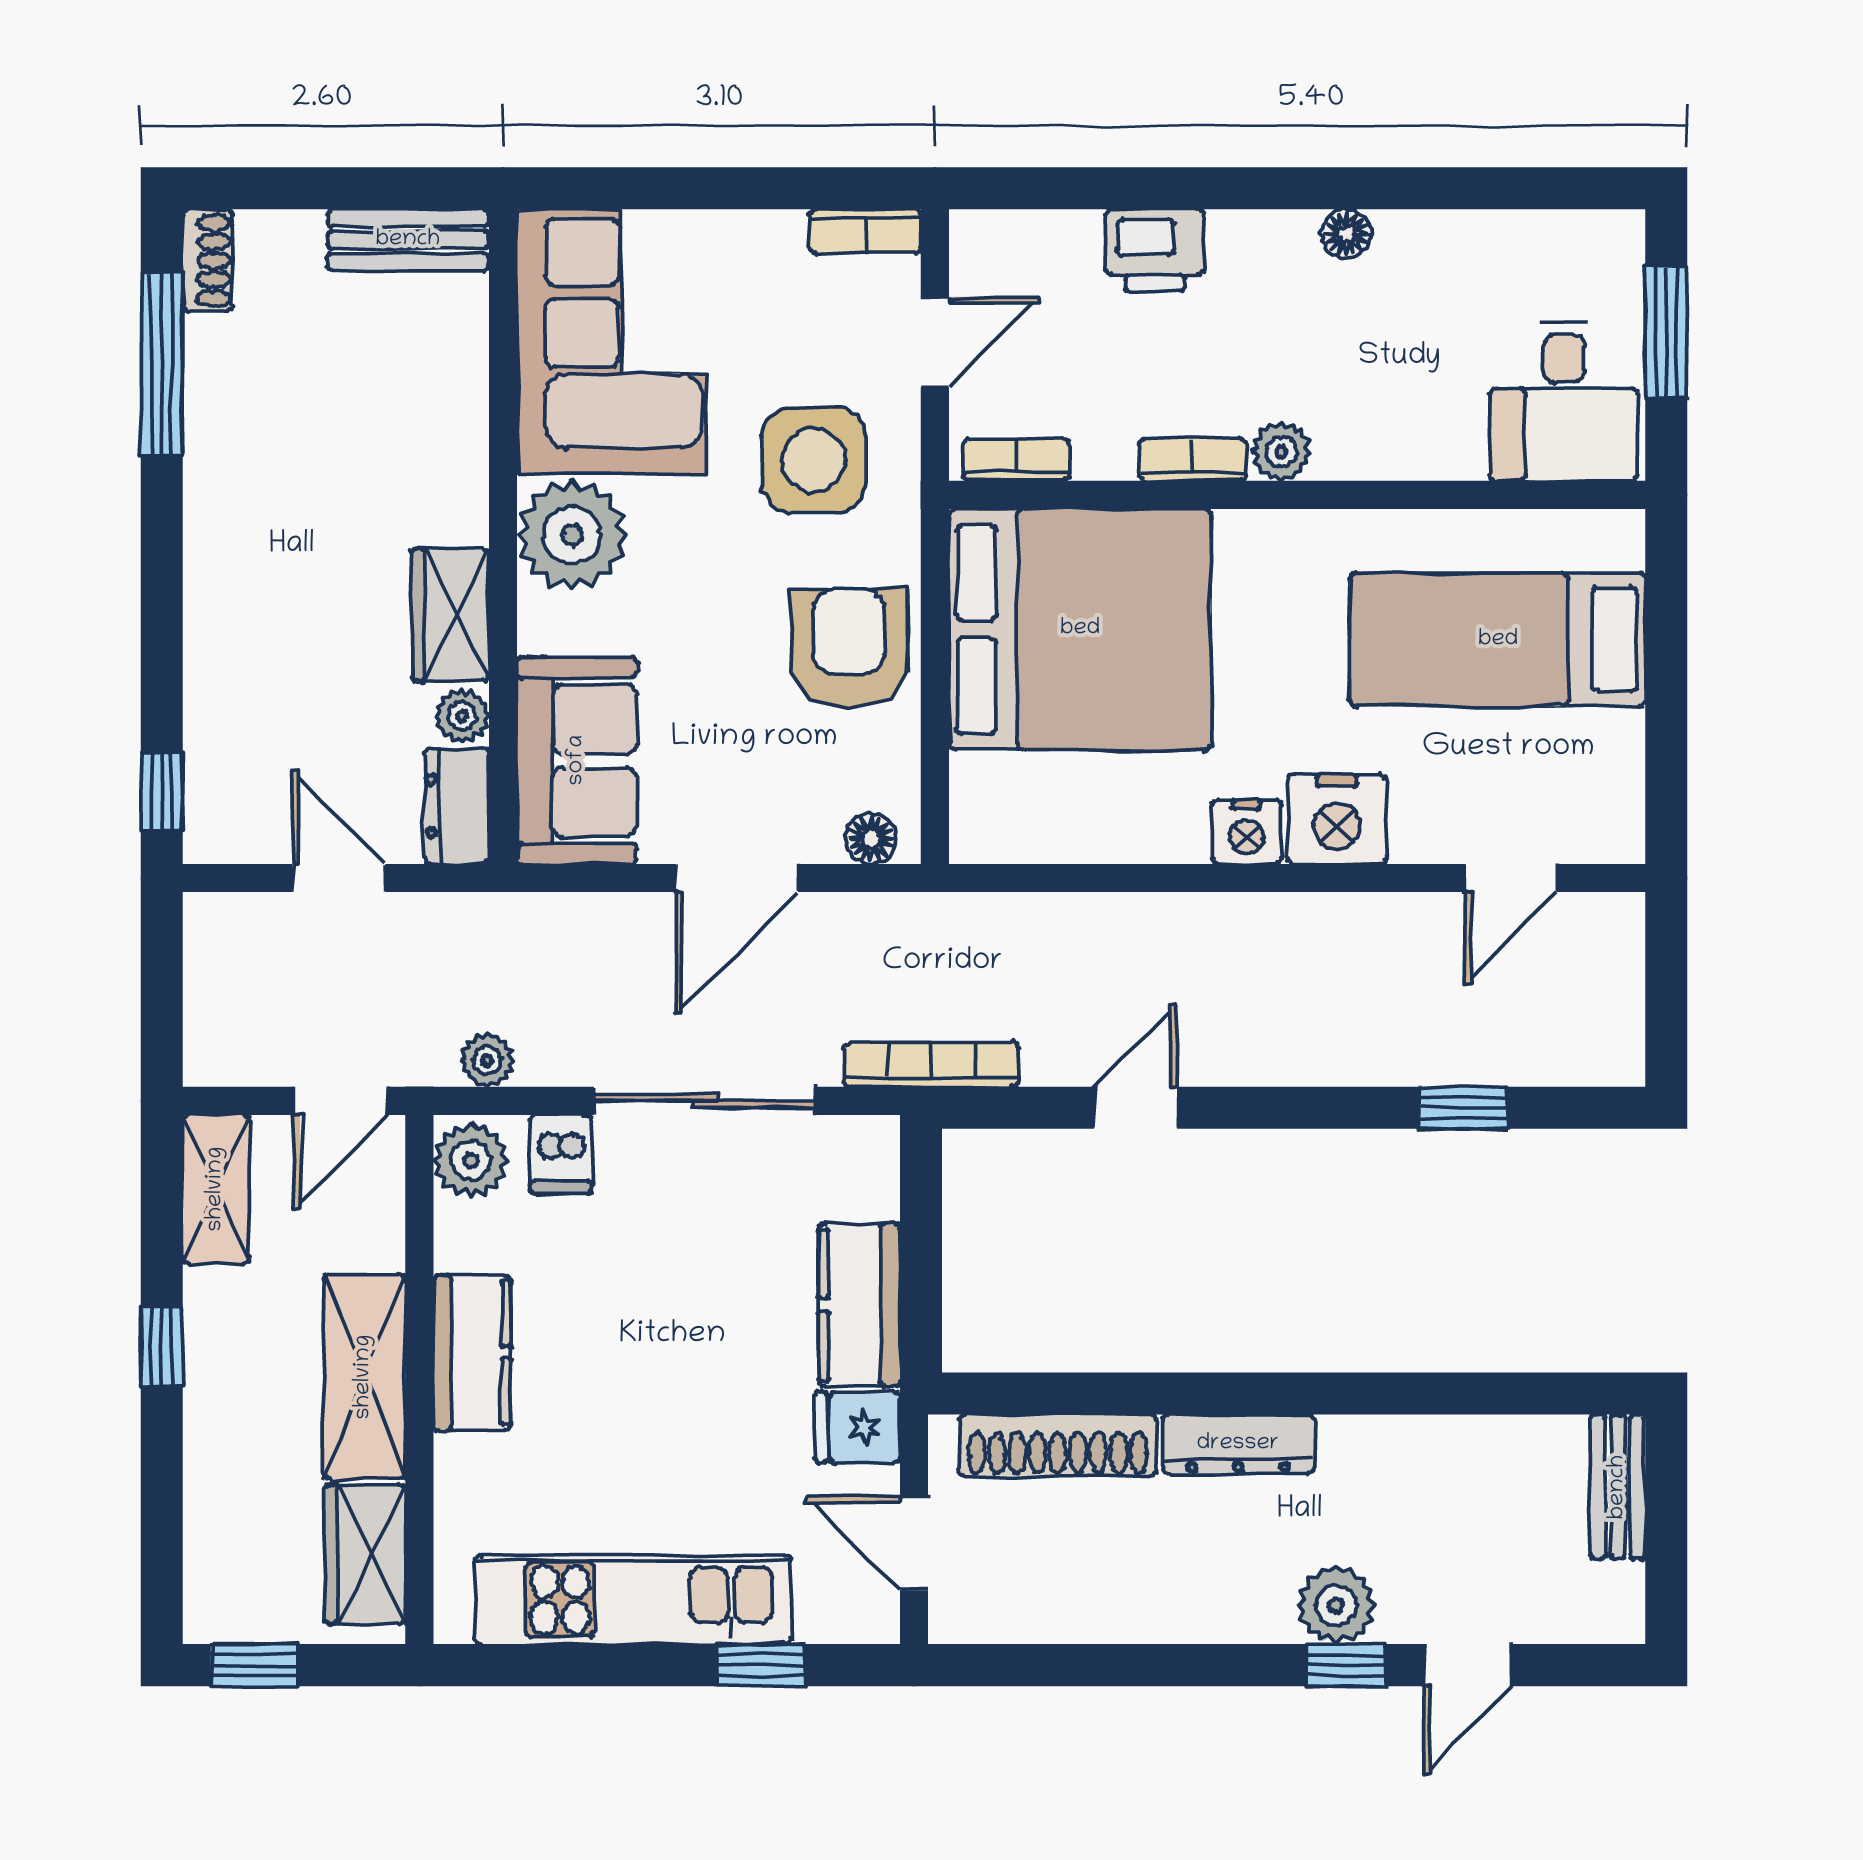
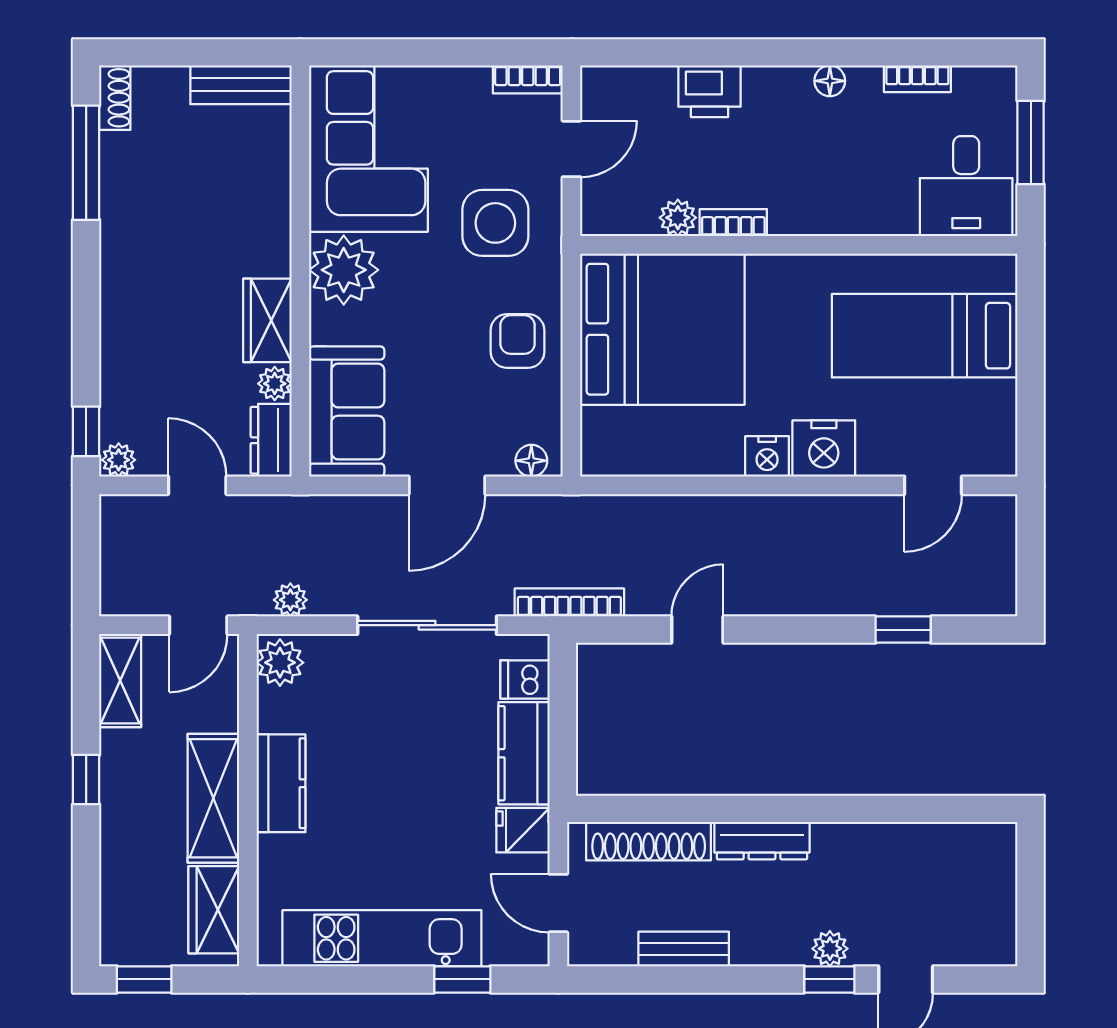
plant: (1281, 452) -> (678, 218), moved
bookcase: (1016, 460) -> (917, 79), moved, turned 180
armchair: (849, 648) -> (517, 341), width x0.72, depth x0.72
plant: (213, 837) -> (119, 460), added
dishwasher: (560, 1154) -> (525, 679), moved, turned 90
bench: (1618, 1487) -> (684, 949), moved, turned 90
plant: (1336, 1605) -> (830, 949), width x0.73, depth x0.73

